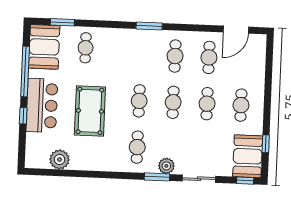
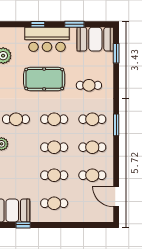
cafe table: (86, 48) -> (89, 85), moved
cafe table: (141, 55) -> (92, 119), added
window: (25, 71) -> (74, 24), width x0.47

